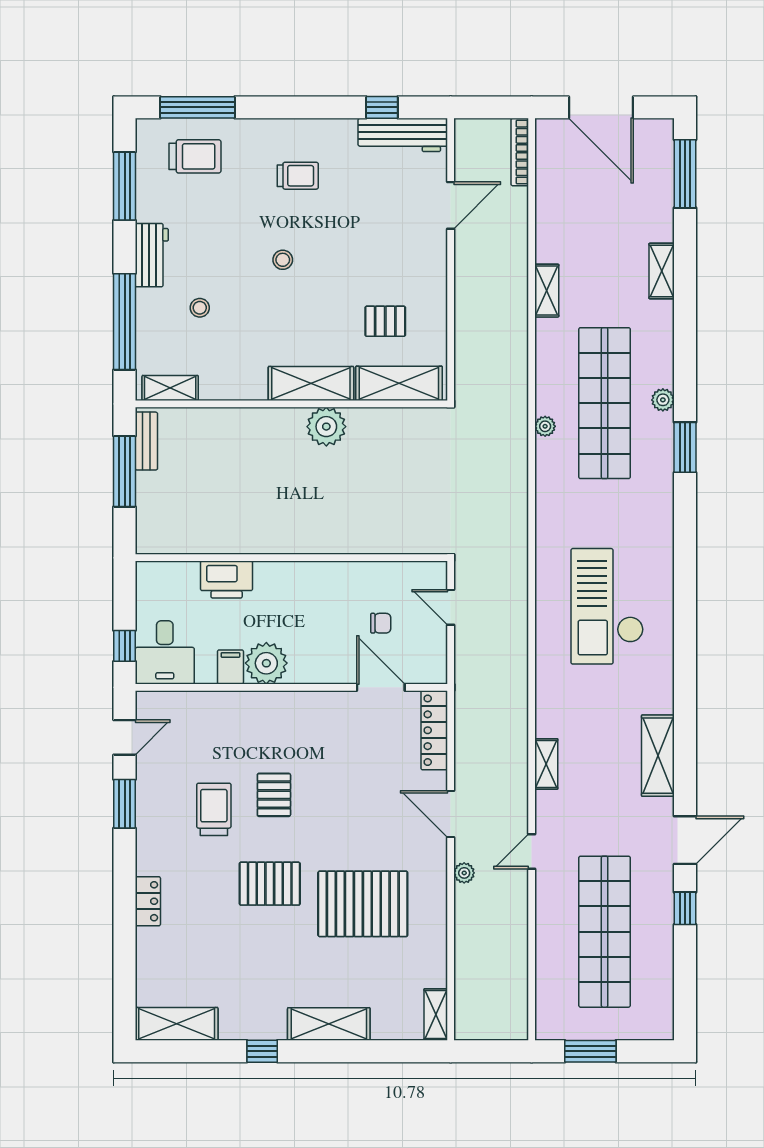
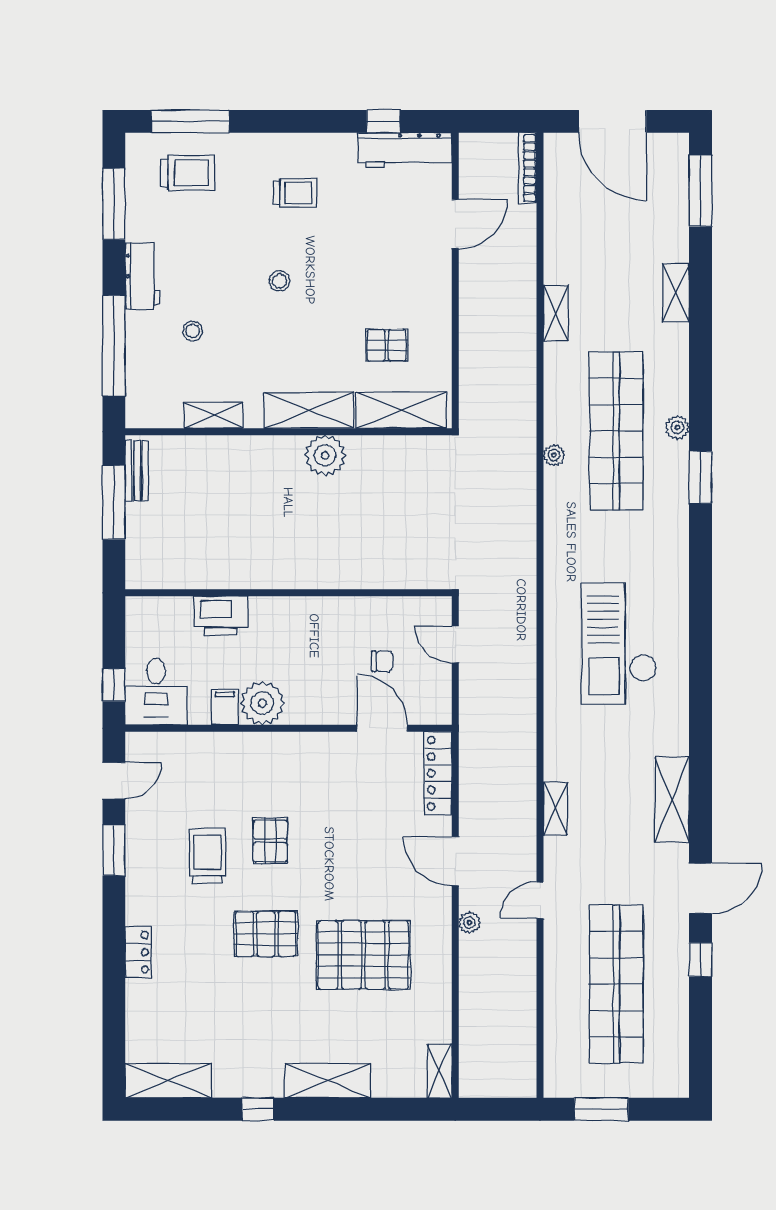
shelving: (170, 388) -> (214, 415), moved

